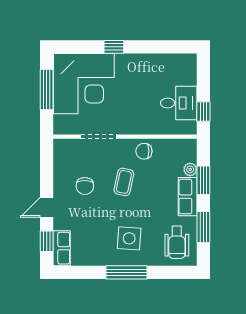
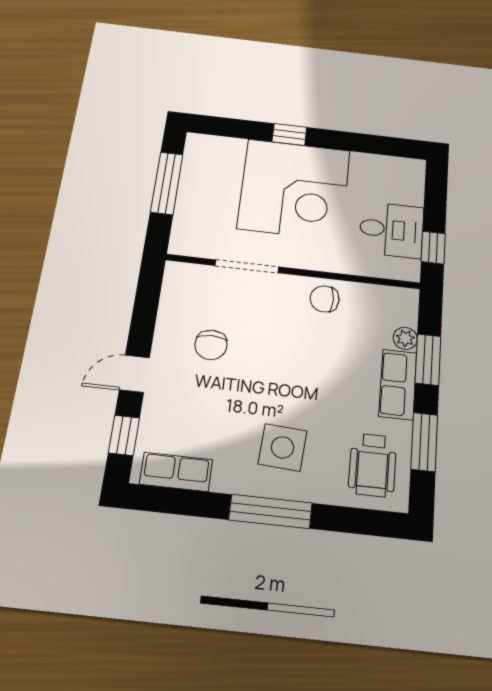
corner desk: (84, 84) -> (294, 189), moved
coffee table: (124, 182) -> (283, 346), removed
row of seats: (62, 248) -> (176, 472), moved, turned -90

